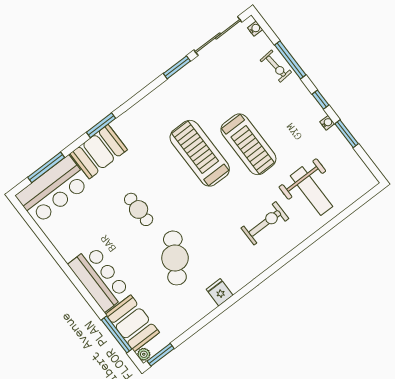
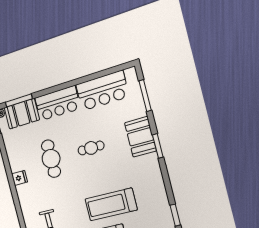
treadmill: (200, 153) -> (111, 204), turned 180
bar counter: (53, 190) -> (102, 91), moved, turned -90
cafe table: (175, 258) -> (51, 159), turned 59

